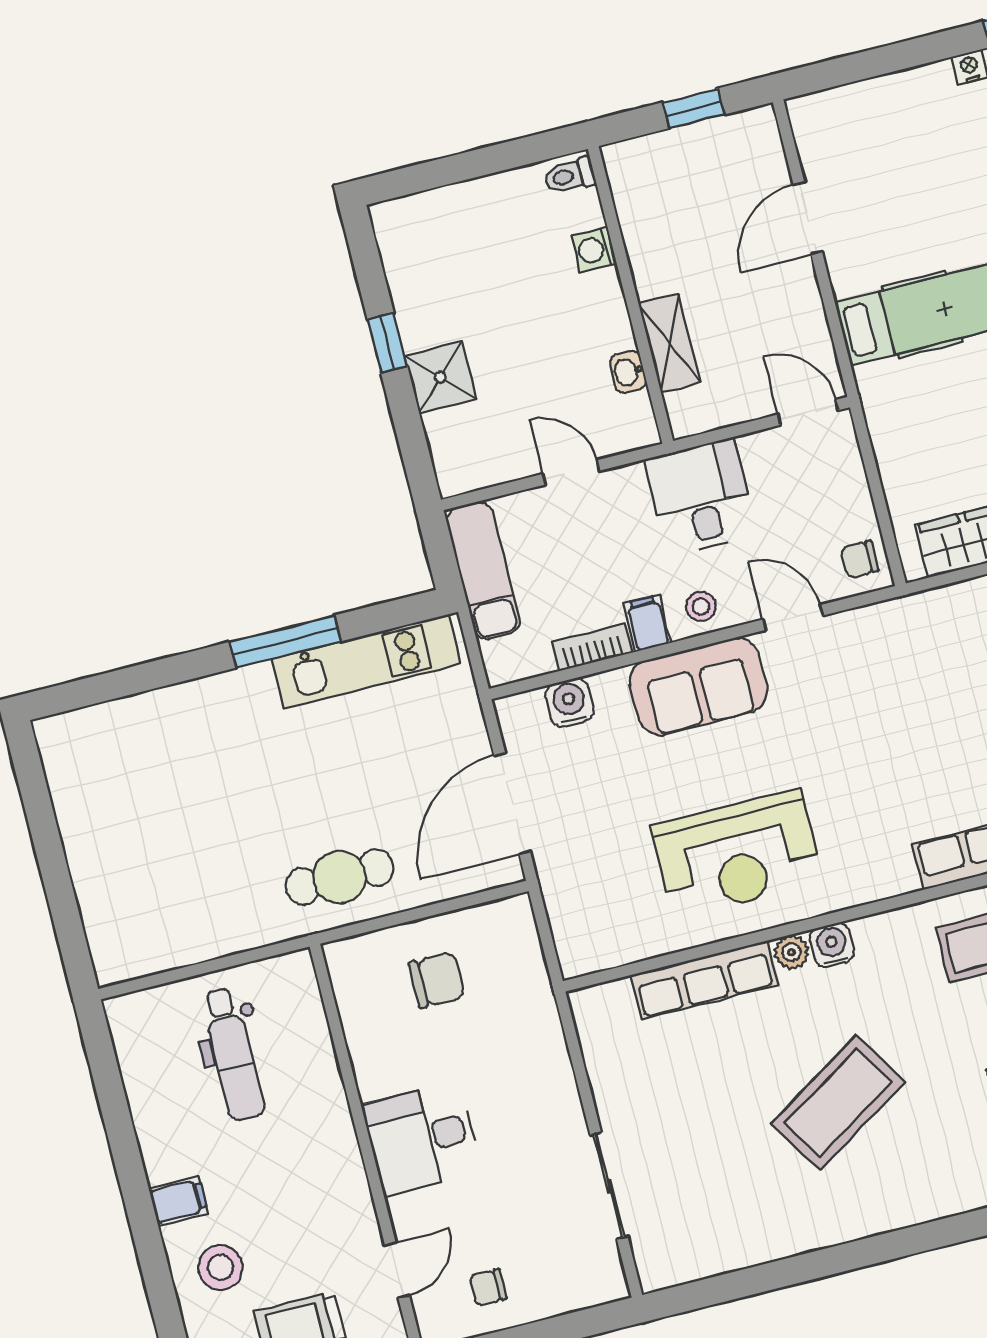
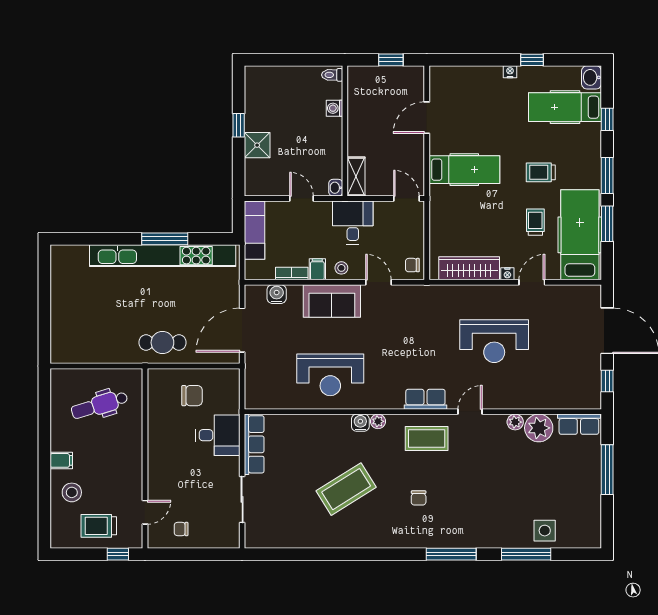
shelving: (669, 343) -> (356, 177), moved
washbasin: (628, 372) -> (336, 188), moved
kitchen unit: (366, 661) -> (163, 256), width x1.86
plant: (791, 952) -> (378, 421), moved
row of seats: (704, 980) -> (254, 444), moved, turned -90
dental chair: (233, 1054) -> (99, 405), turned 73
desk: (422, 1138) -> (218, 435), moved, turned 180

